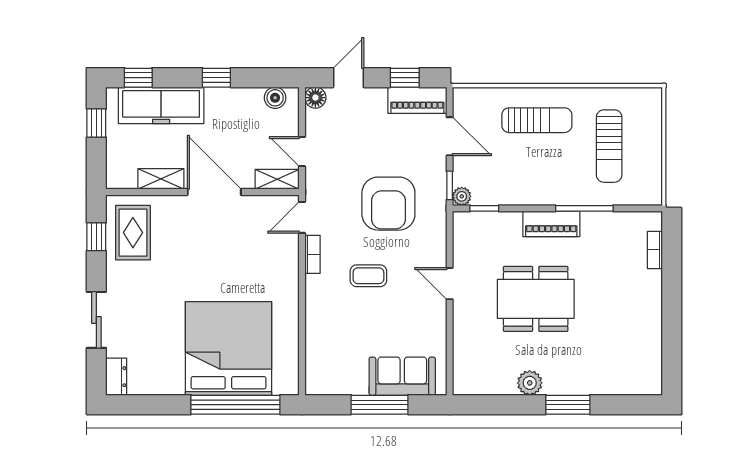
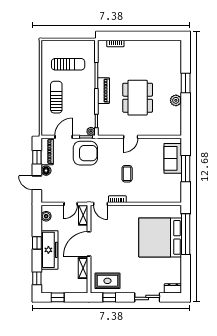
floor lamp: (315, 98) -> (46, 171), moved
freezer: (161, 105) -> (50, 250), moved
armchair: (388, 204) -> (85, 153), moved

